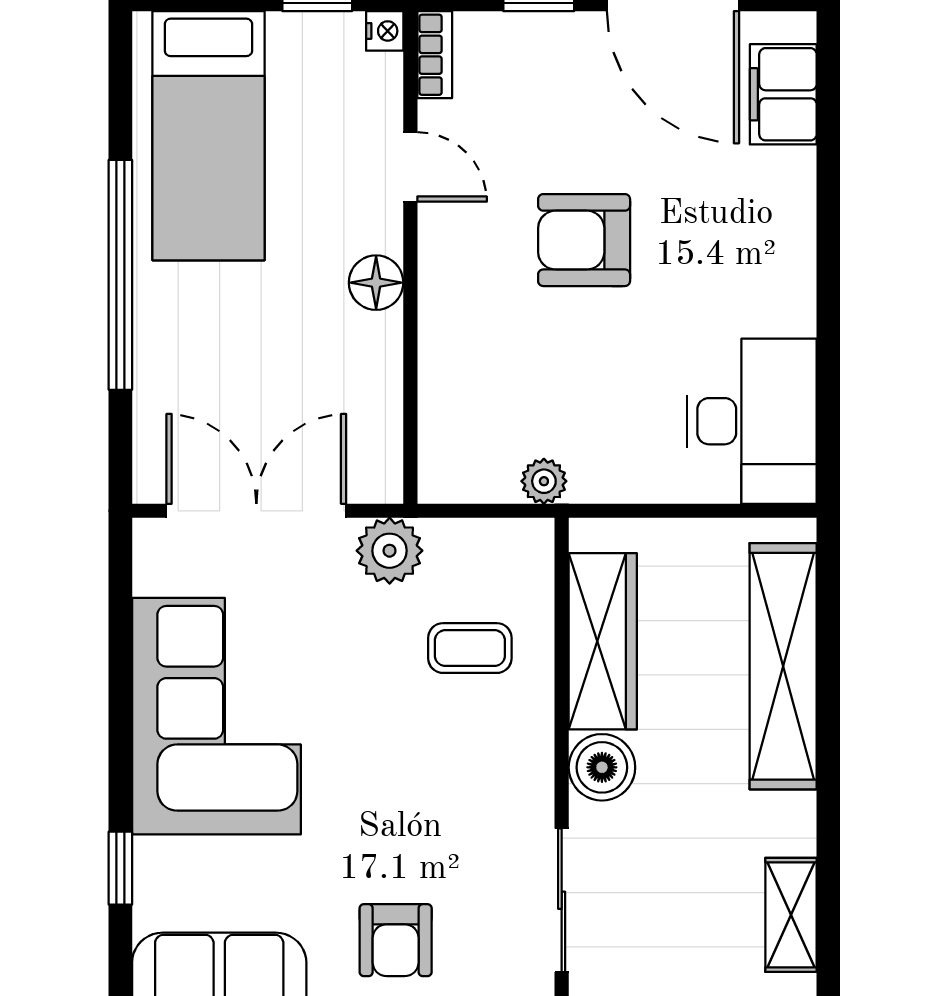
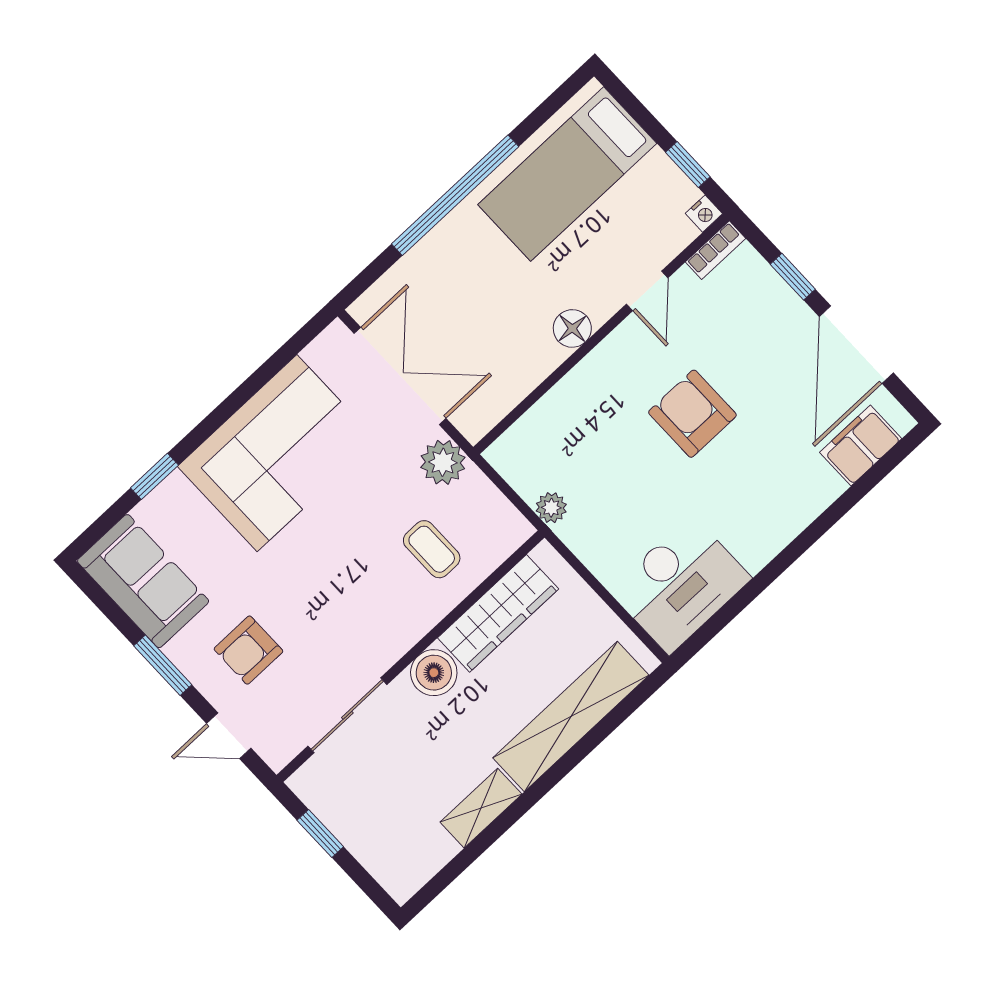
shelving: (791, 915) -> (481, 808), moved

